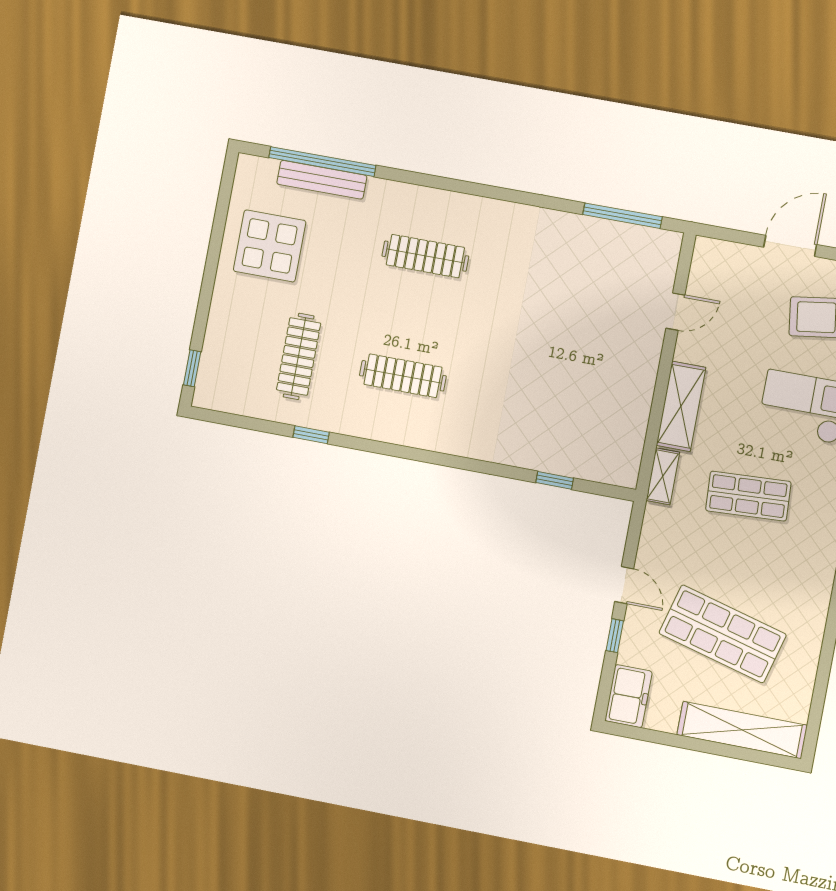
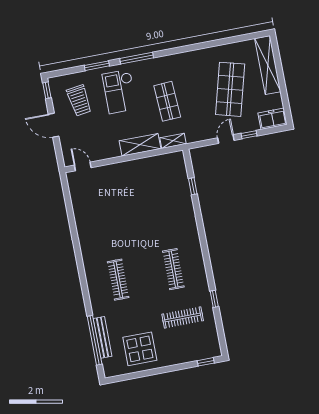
window: (622, 216) -> (68, 202), removed
door: (675, 312) -> (83, 166), moved

